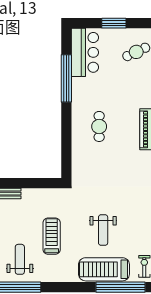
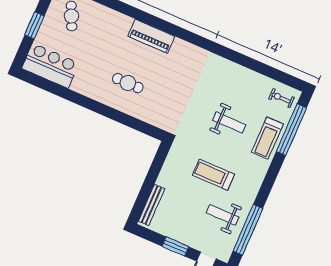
window: (66, 78) -> (68, 94), removed
treadmill: (104, 269) -> (267, 138), width x0.73, depth x0.73

